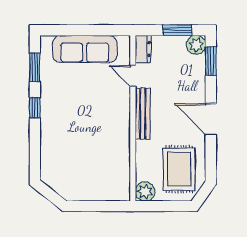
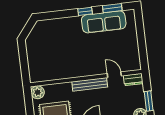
sofa: (85, 49) -> (104, 22), moved, turned -90
door: (133, 76) -> (114, 75), hinge flipped

